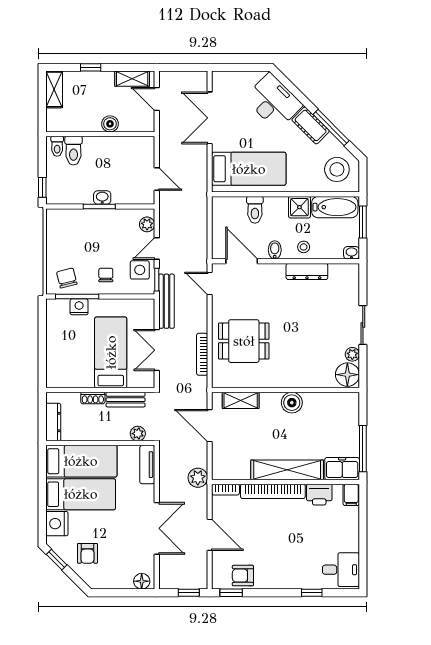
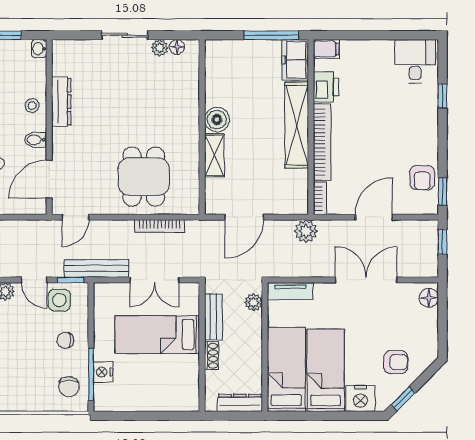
chair: (67, 278) -> (69, 387), turned -76
floor lamp: (347, 375) -> (177, 47), width x0.53, depth x0.53
shelving: (241, 400) -> (214, 155), moved

